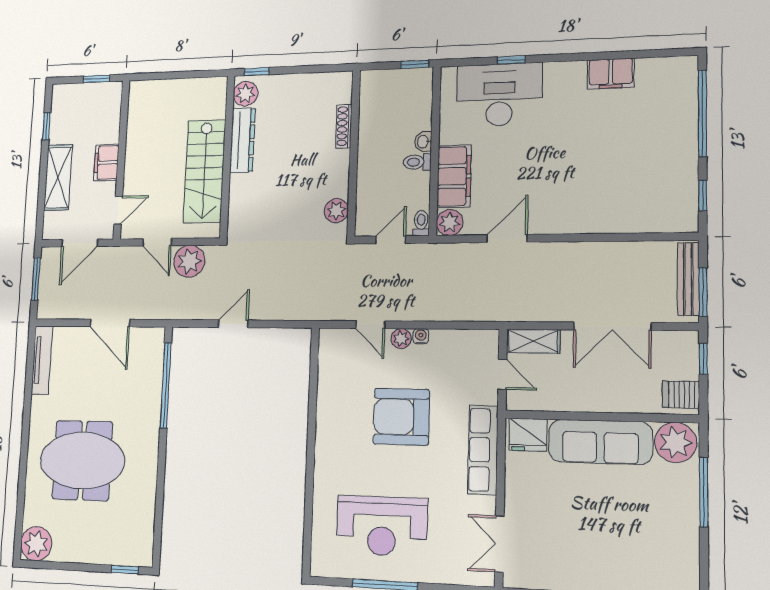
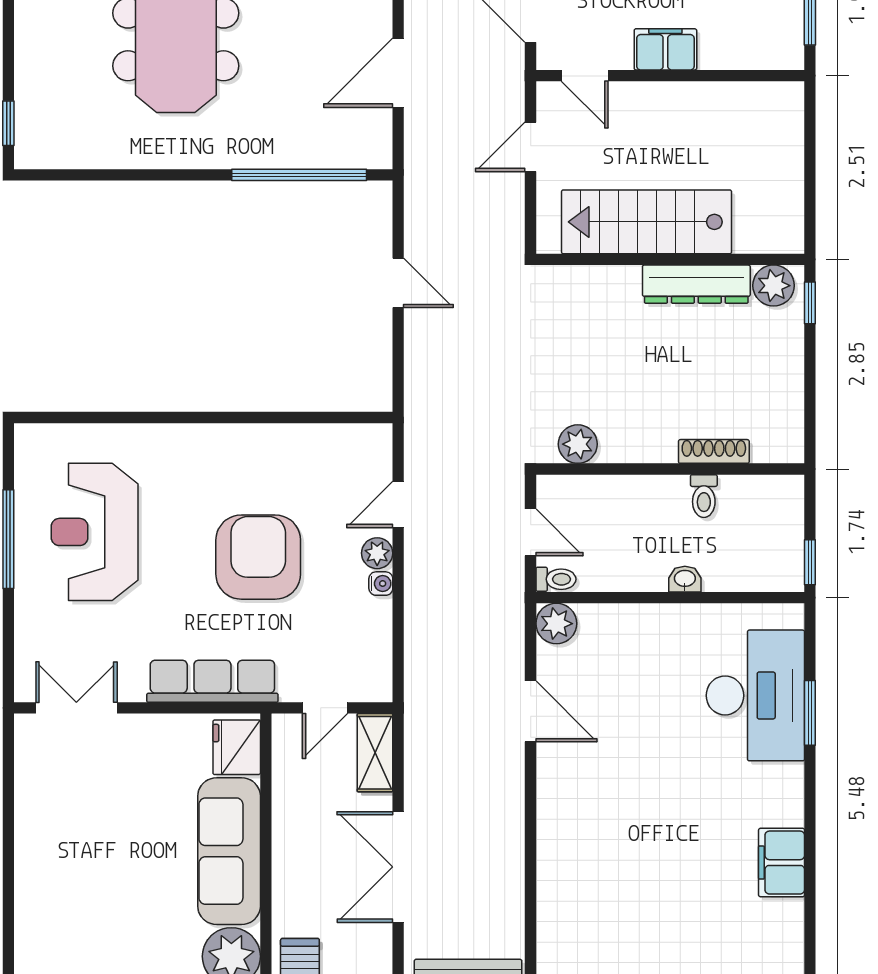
window: (511, 60) -> (810, 713), width x1.50
toilet: (417, 162) -> (704, 496), moved, turned 180
filing cabinet: (454, 176) -> (629, 629), removed
plant: (189, 261) -> (499, 204), removed

